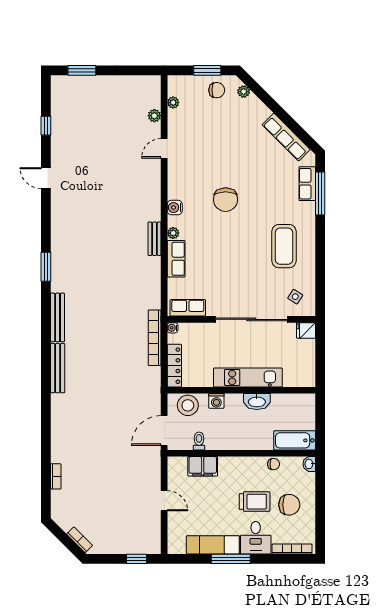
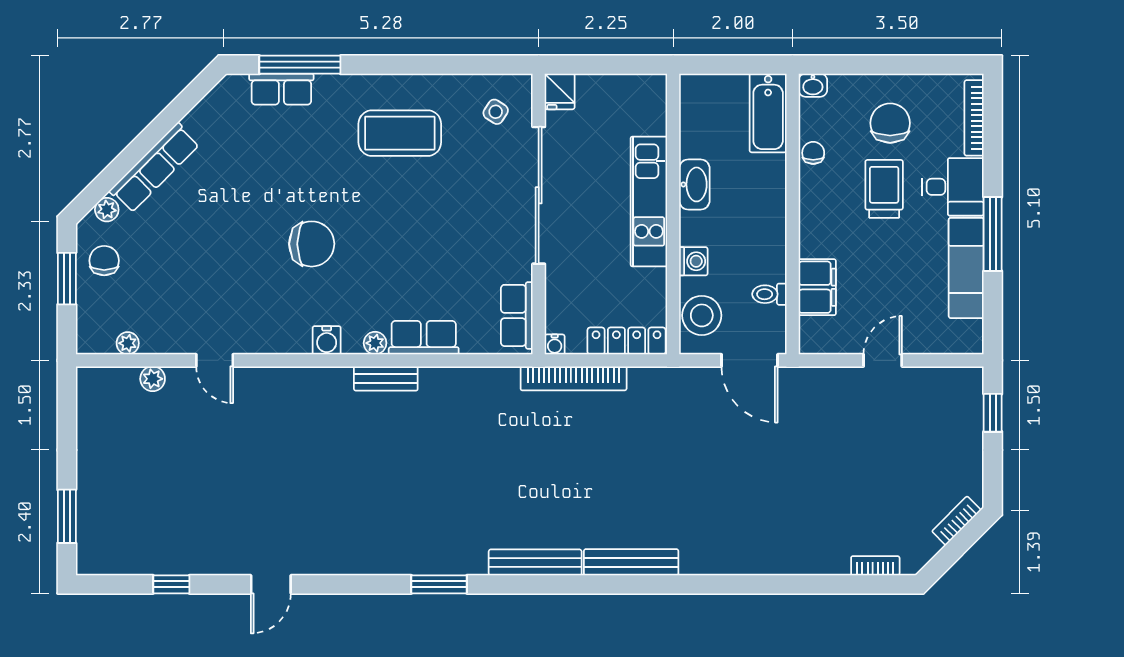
row of seats: (286, 137) -> (154, 168), moved
bookcase: (56, 476) -> (875, 566), moved

